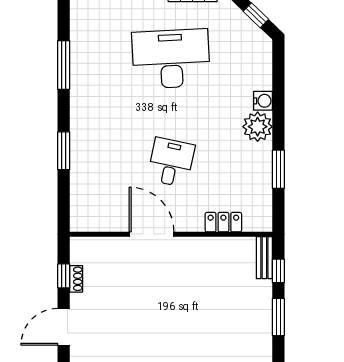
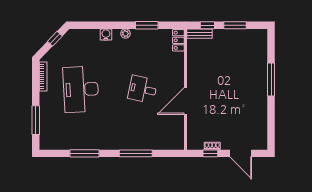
plant: (258, 127) -> (125, 34), width x0.53, depth x0.53
window: (64, 151) -> (136, 153), width x1.44
locker: (223, 222) -> (178, 40), moved

